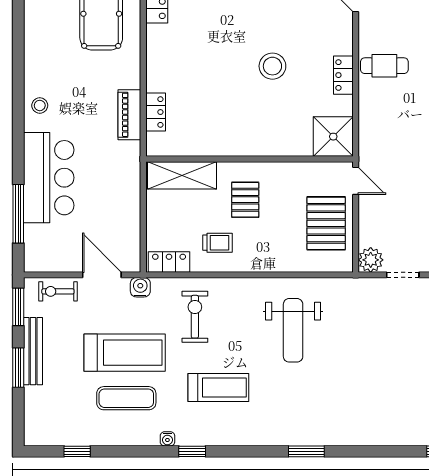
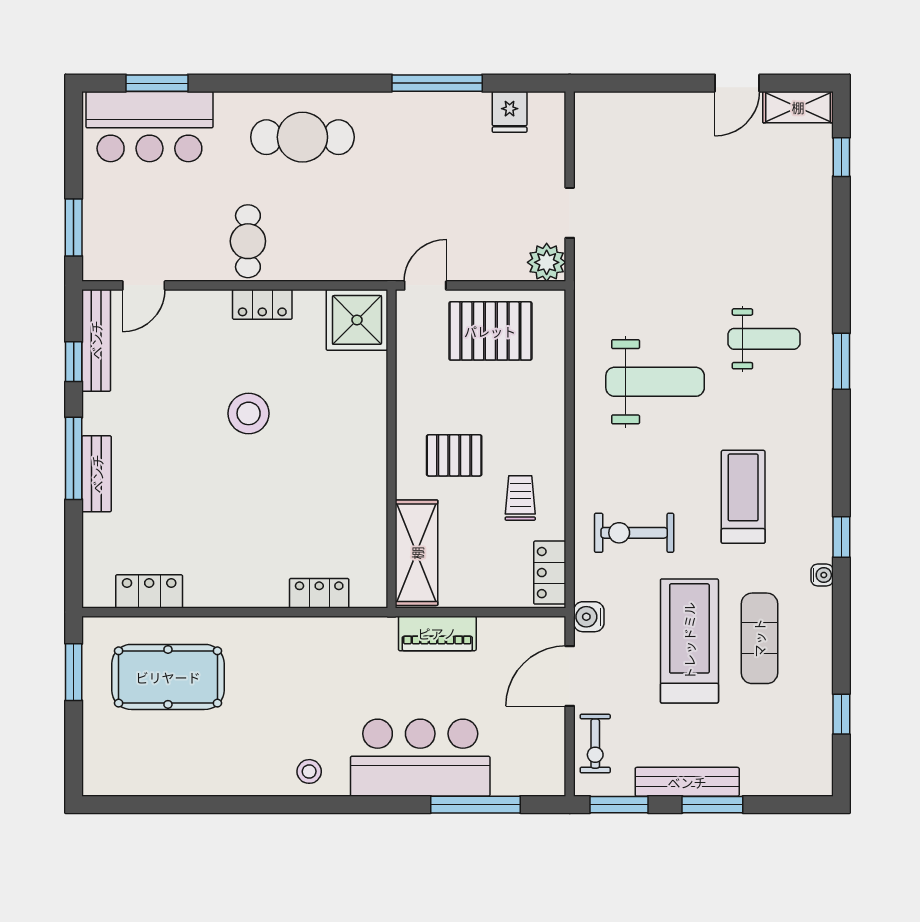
piano: (129, 115) -> (437, 633), moved
weight bench: (321, 401) -> (764, 339), added

